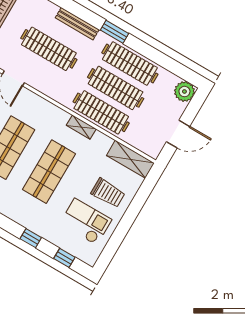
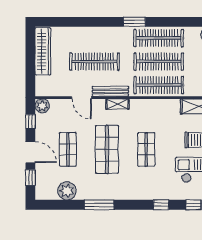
bench: (77, 24) -> (110, 91), moved
shelving: (81, 127) -> (117, 104), moved
shop shelf: (49, 172) -> (146, 149), width x0.70, depth x0.74

